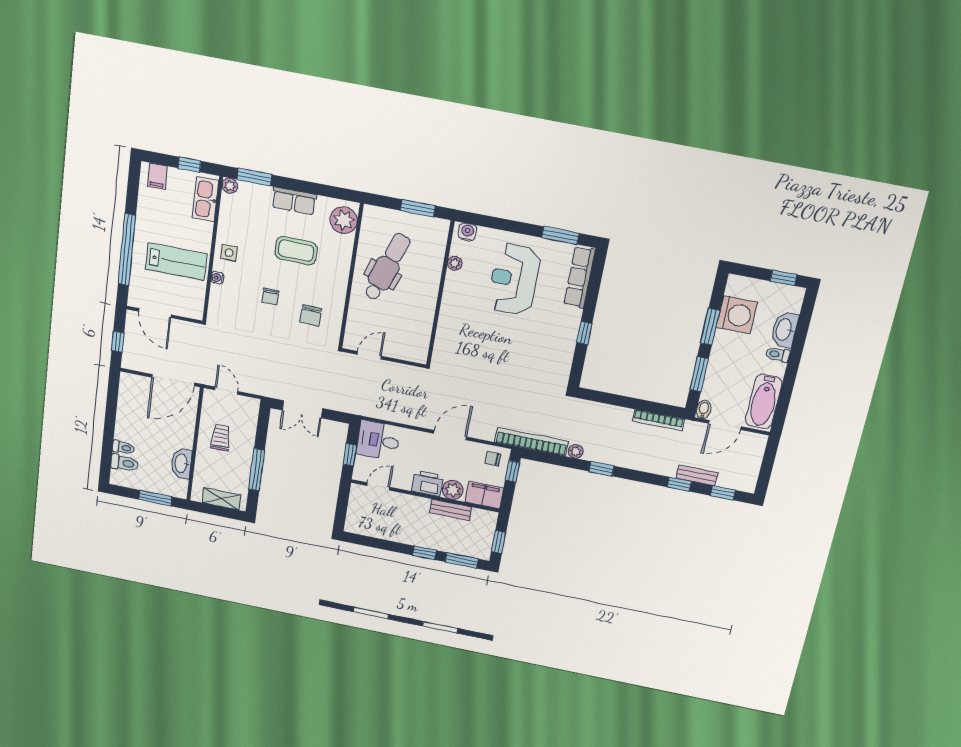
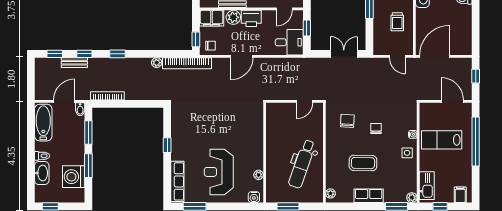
plant: (344, 220) -> (330, 193), width x0.53, depth x0.53
reception desk: (514, 279) -> (219, 172), turned 180
window: (601, 469) -> (118, 54), moved

